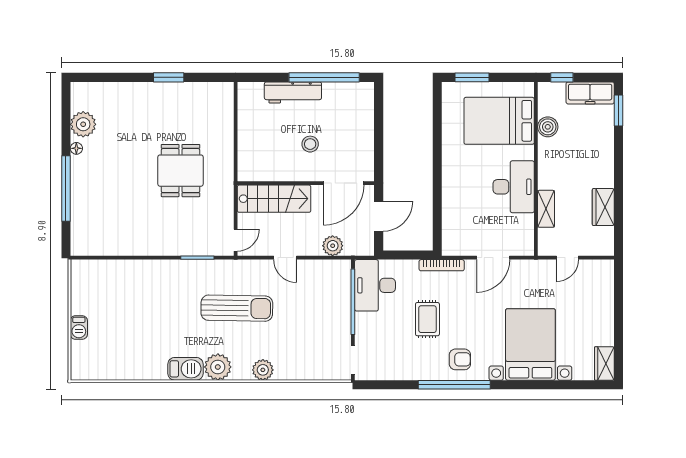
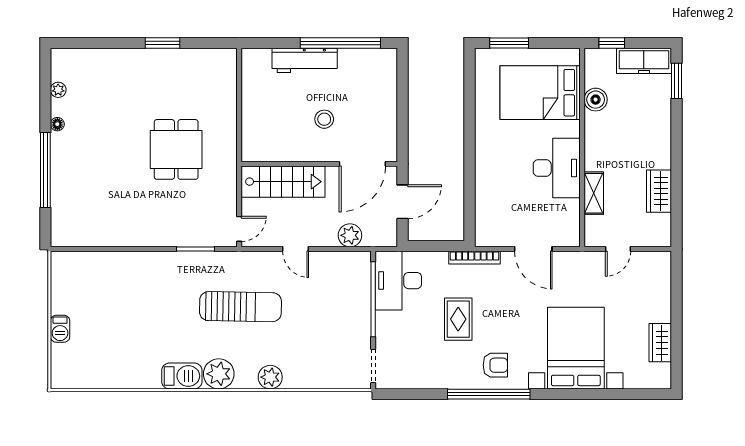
plant: (83, 124) -> (58, 90), width x0.53, depth x0.53
door: (493, 258) -> (533, 249), hinge flipped
wardrobe: (604, 363) -> (660, 343), moved

